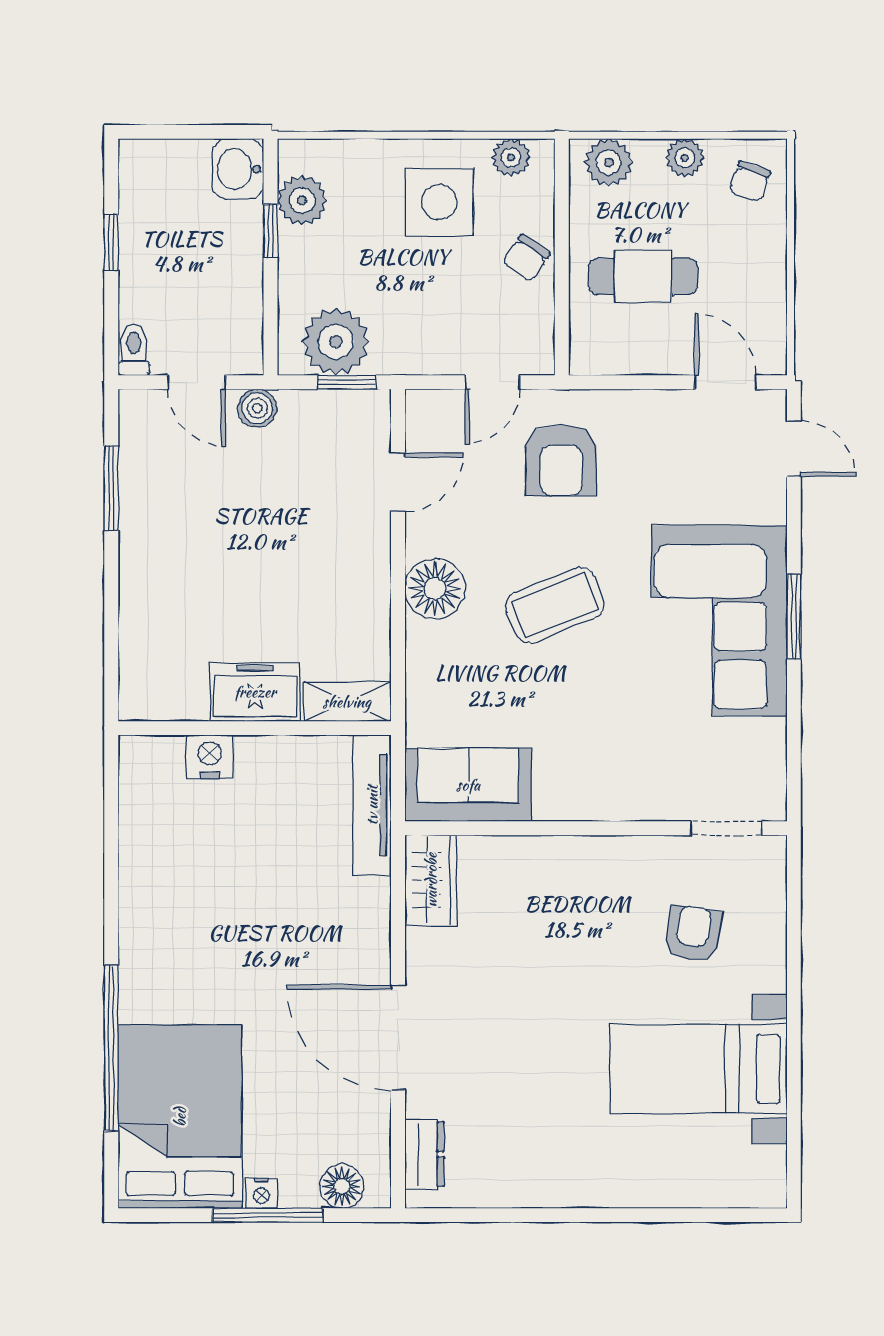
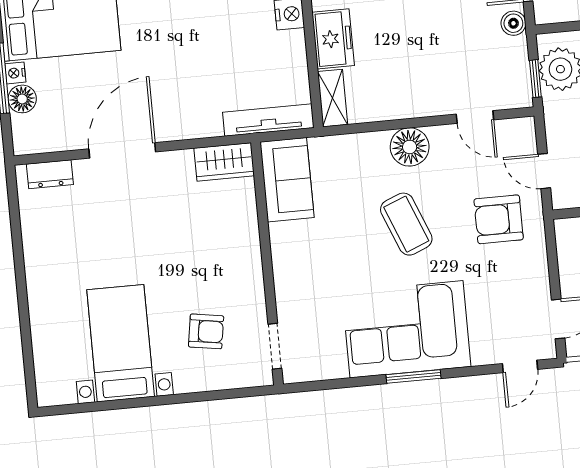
floor lamp: (342, 1186) -> (22, 99), moved

